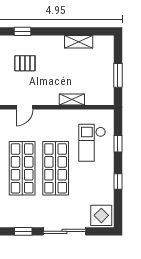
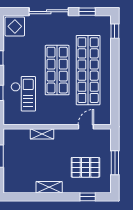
shelving: (79, 42) -> (49, 187), moved
pallet: (25, 63) -> (85, 167), width x1.50, depth x1.42
shop shelf: (22, 168) -> (88, 70), width x1.40

